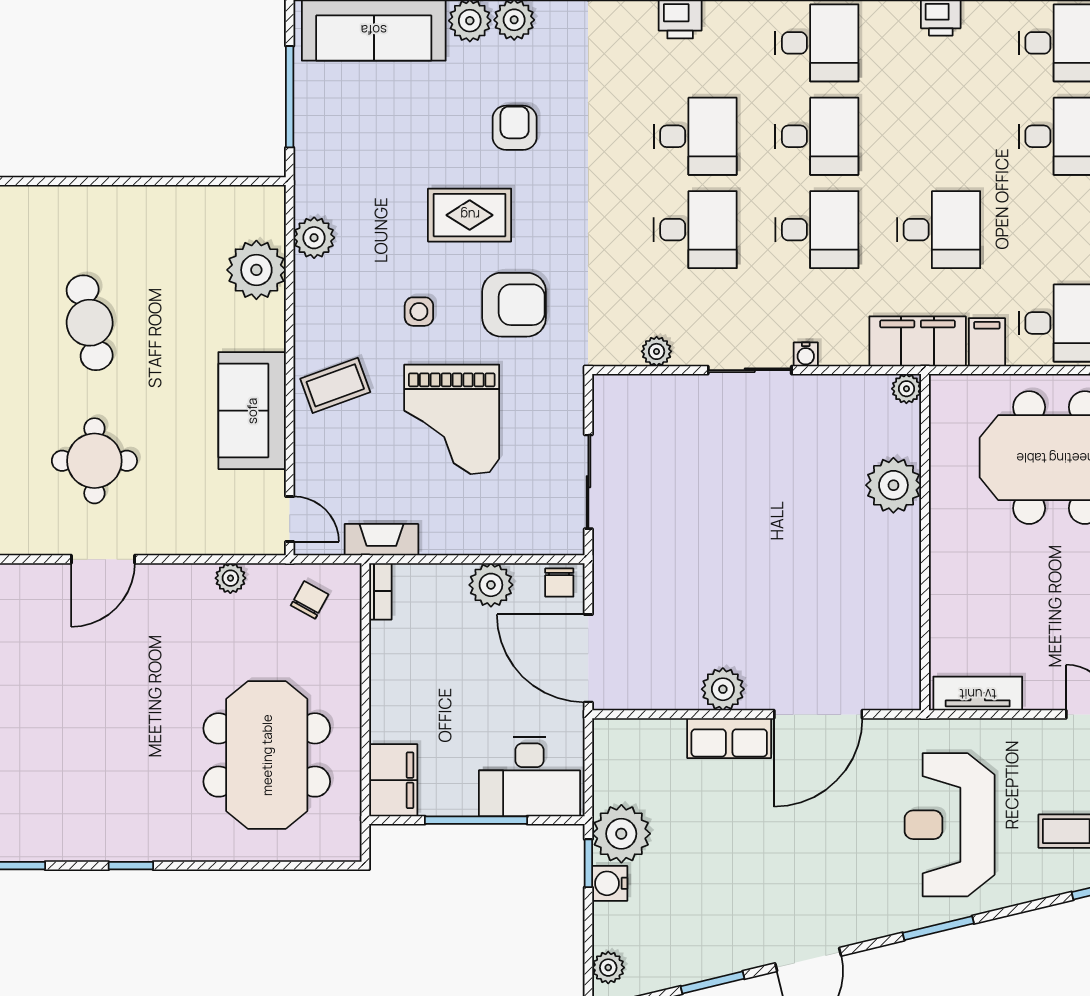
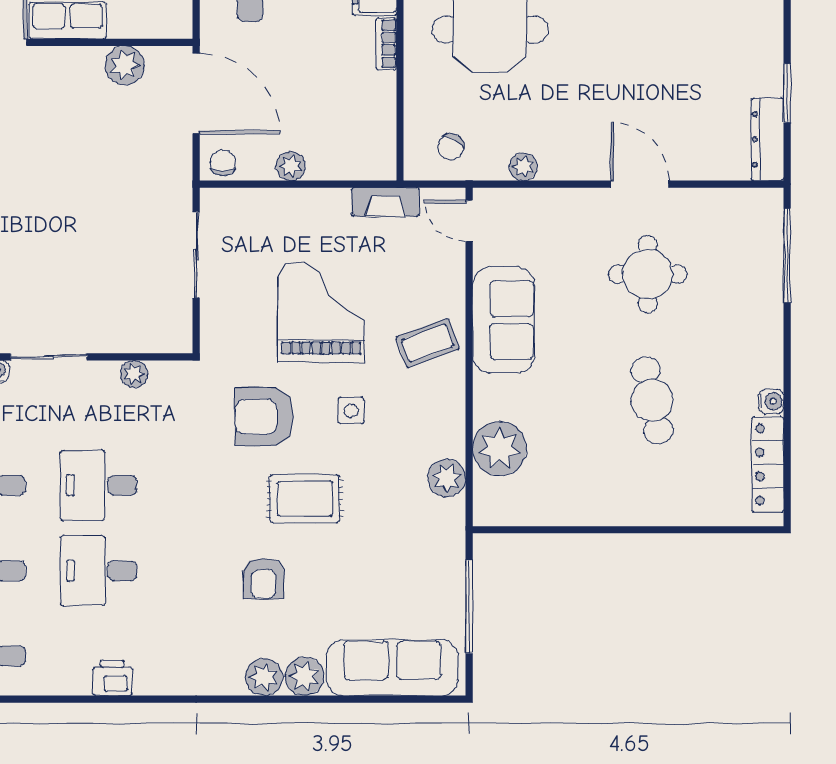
door: (103, 559) -> (640, 184), hinge flipped
plant: (491, 585) -> (291, 166), width x0.73, depth x0.73
bookcase: (380, 591) -> (386, 44), moved
plant: (723, 689) -> (125, 65), moved

